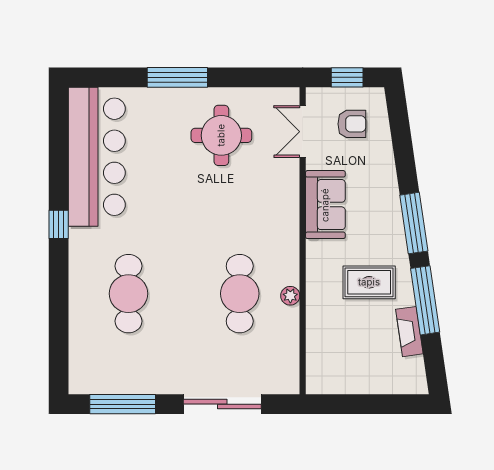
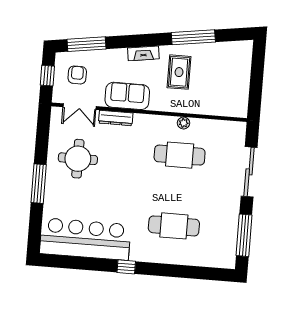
dresser: (290, 189) -> (116, 118), added
window: (414, 223) -> (86, 44), moved
fireplace: (409, 332) -> (143, 53), moved

